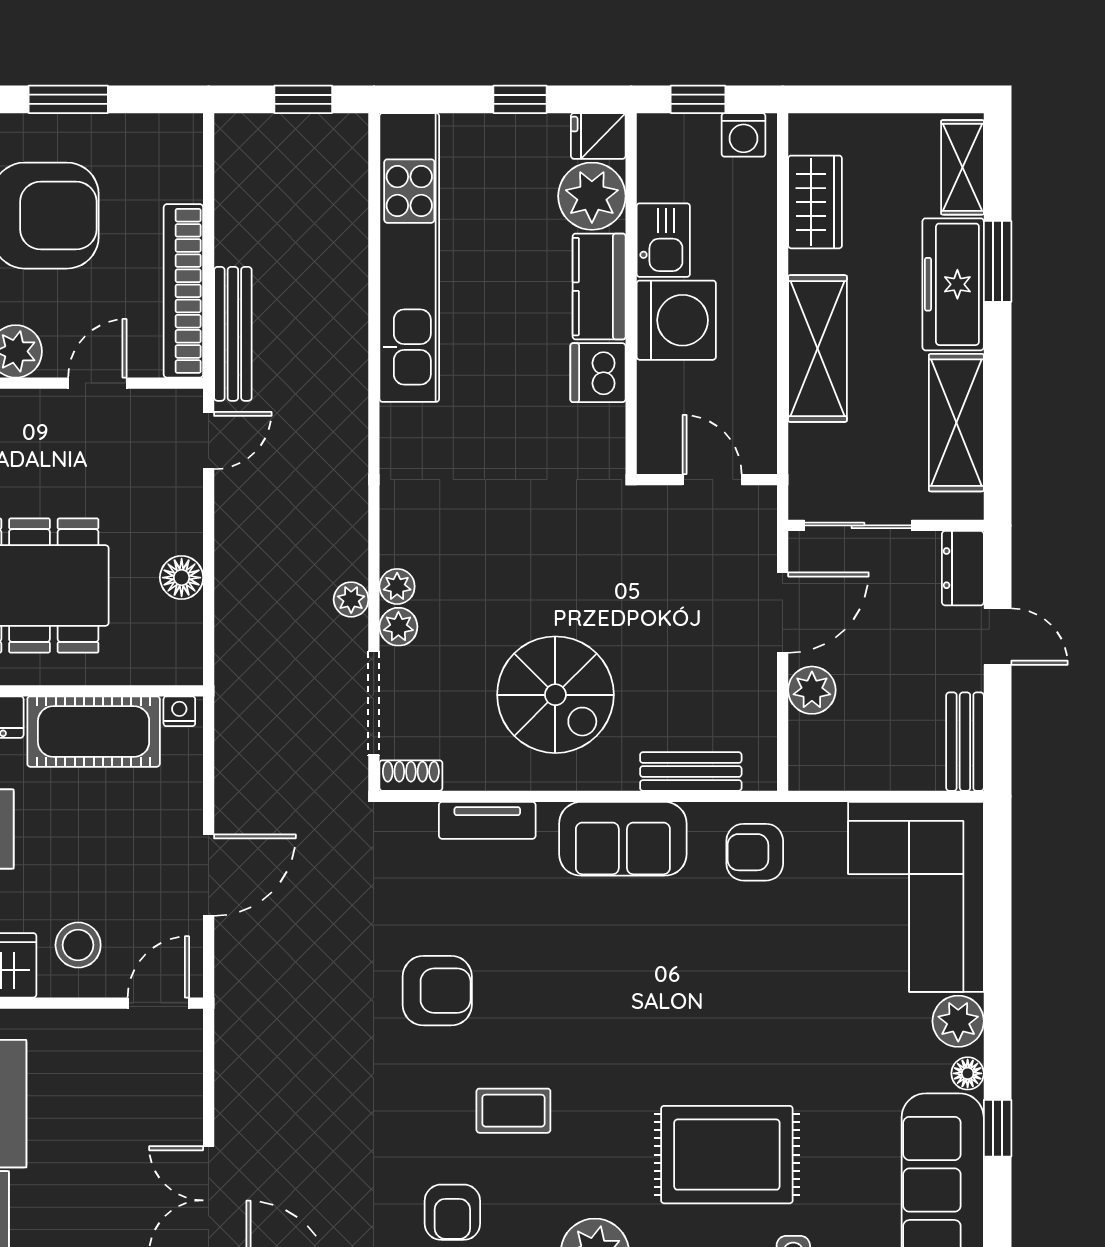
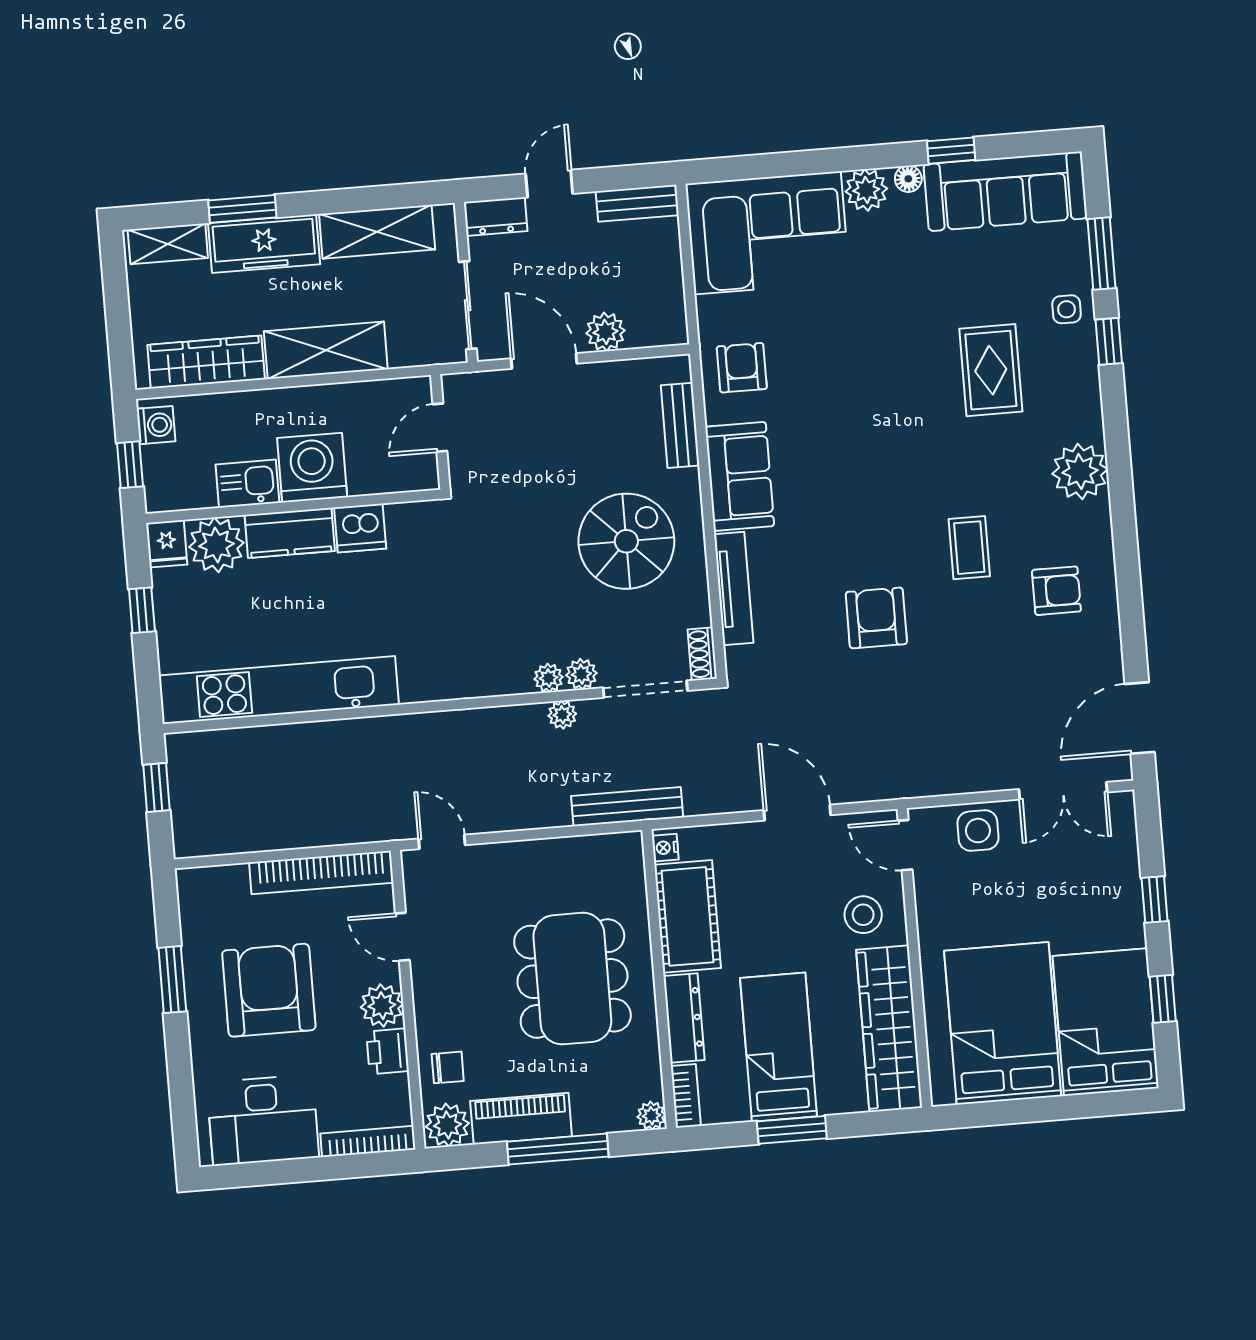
wardrobe: (815, 202) -> (206, 362), width x1.50
bench: (233, 334) -> (627, 807), moved
floor lamp: (182, 578) -> (556, 855), removed
tv unit: (487, 820) -> (734, 589), width x1.41
armchair: (755, 852) -> (742, 368), turned 180
side table: (169, 1093) -> (978, 831), added
rug: (727, 1155) -> (991, 370), width x0.73, depth x0.70

